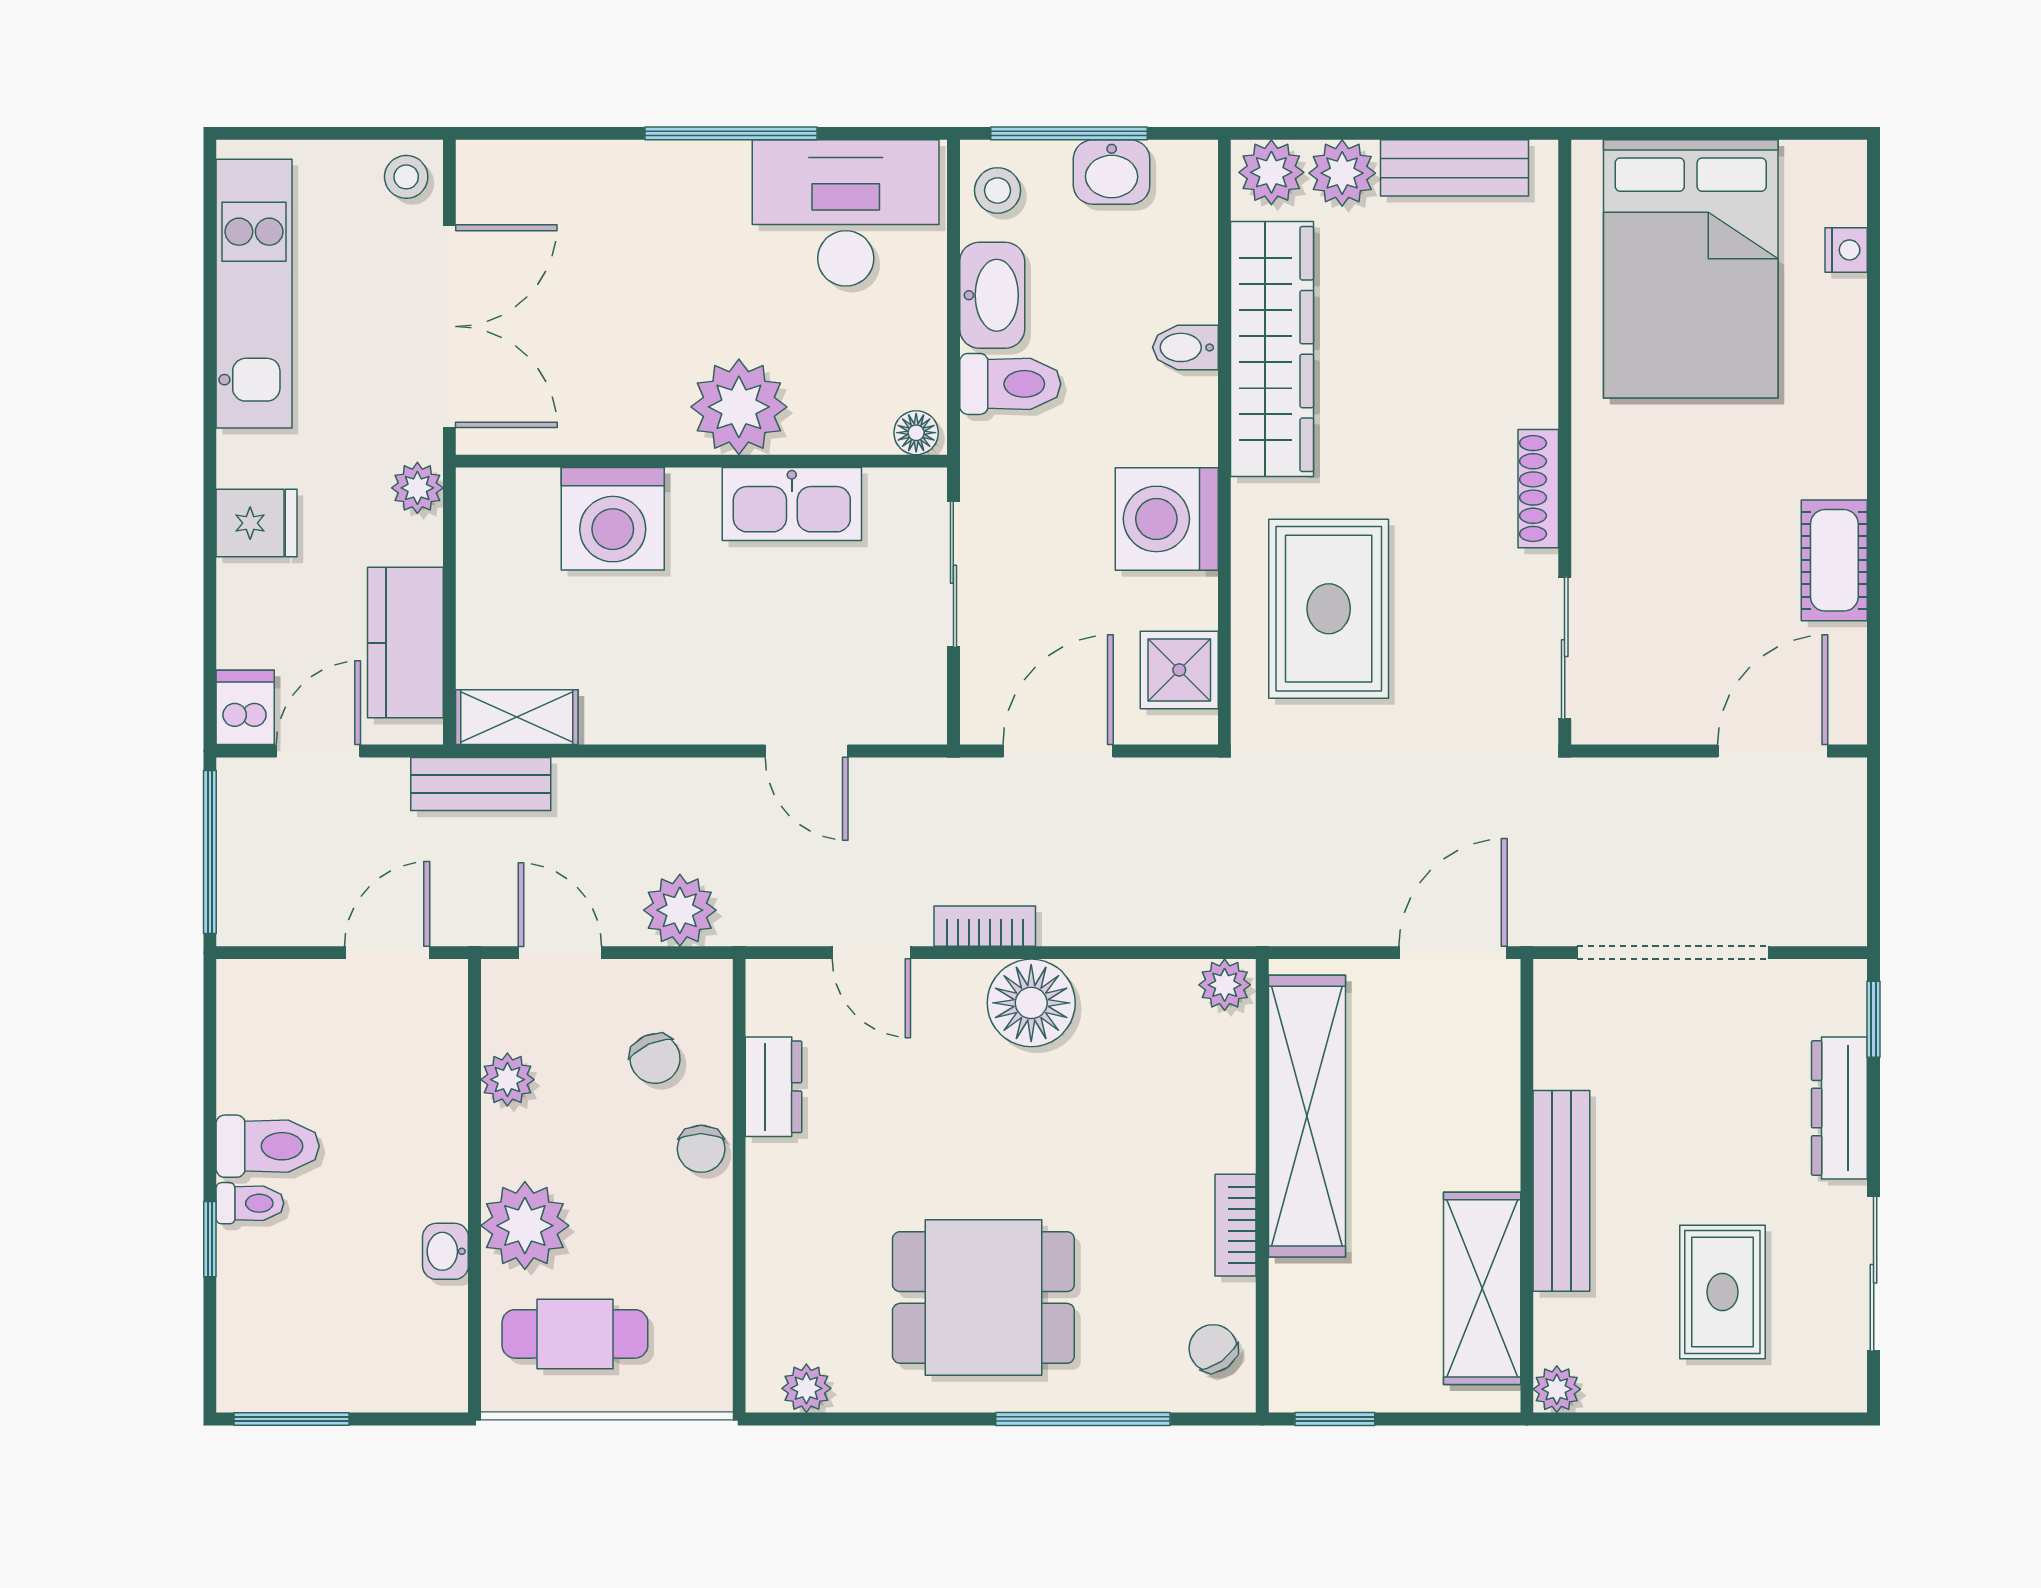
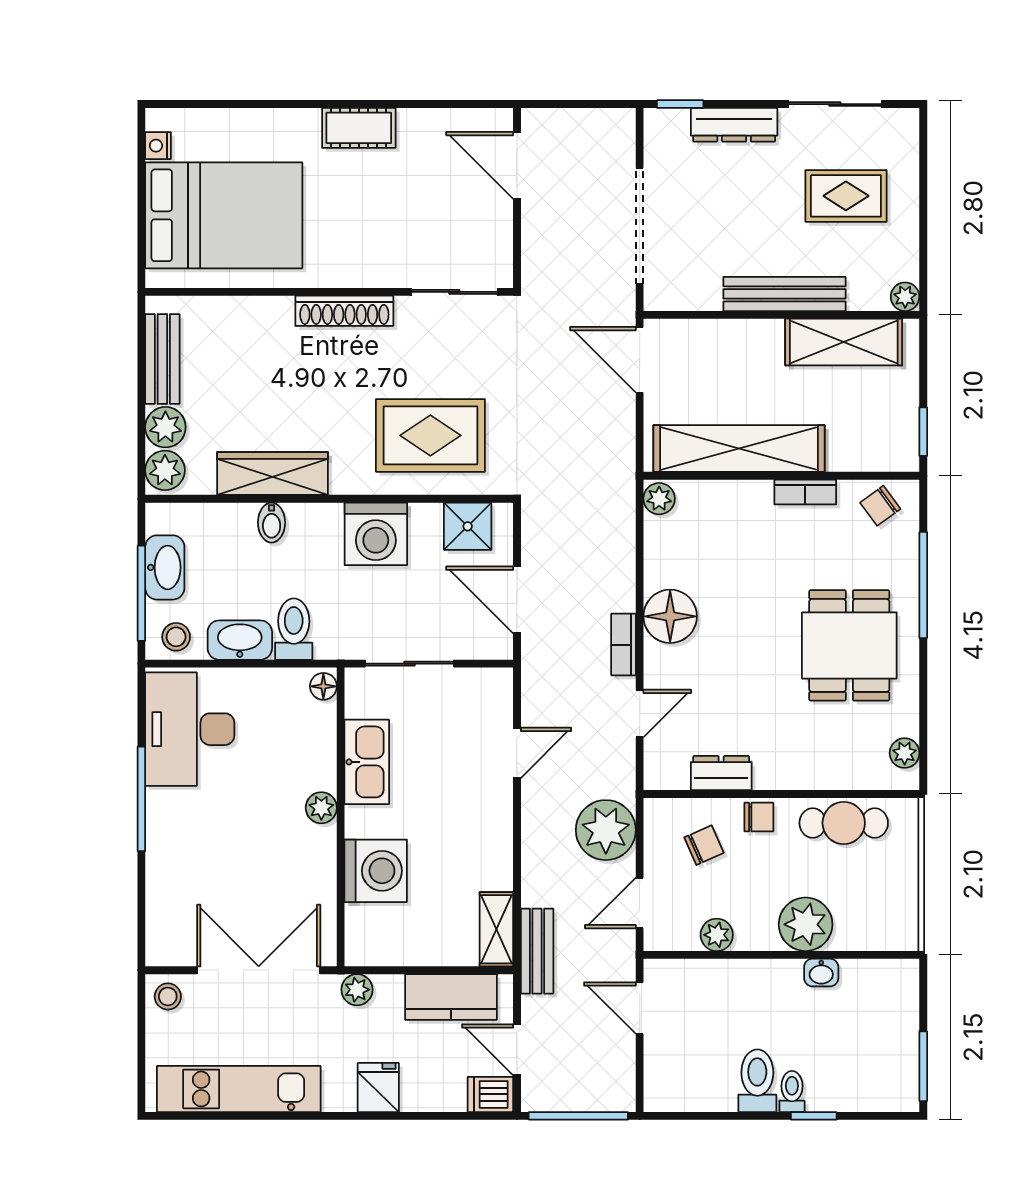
washbasin: (1112, 172) -> (165, 567), width x1.38
nightstand: (1846, 250) -> (158, 146), moved, turned -90
wardrobe: (1272, 349) -> (272, 474), width x0.71, depth x0.85
plant: (739, 407) -> (321, 808), width x0.53, depth x0.53
shoe rack: (1538, 489) -> (344, 311), width x1.36, depth x1.24
cot: (1834, 560) -> (359, 128), moved
plant: (680, 910) -> (606, 830), width x1.36, depth x1.36
cafe table: (575, 1334) -> (844, 823), moved, turned 90

